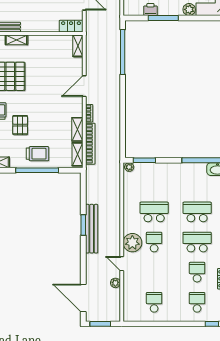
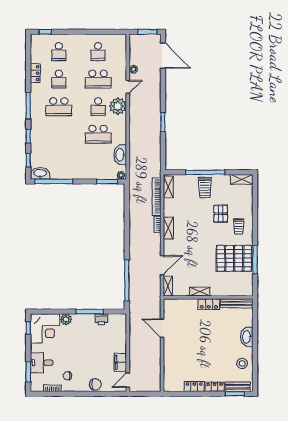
locker: (71, 26) -> (209, 304), moved
shelving: (16, 40) -> (200, 292), moved
door: (84, 86) -> (162, 265), moved
shelving: (77, 129) -> (168, 228), moved
trolley: (37, 154) -> (205, 187), turned -90
washbasin: (130, 189) -> (120, 155), added
school desk: (197, 212) -> (98, 79), moved
bench: (92, 229) -> (155, 119), removed
door: (122, 264) -> (128, 87), hinge flipped

